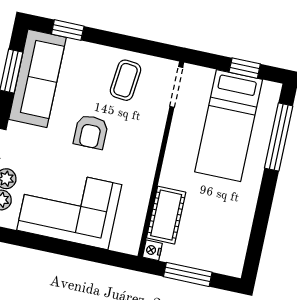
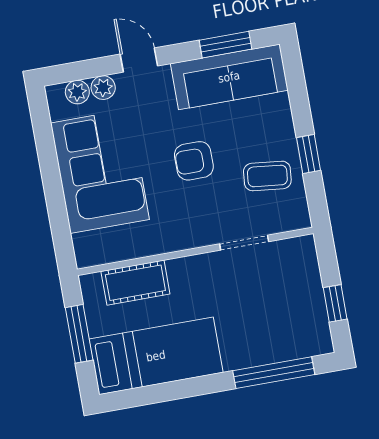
window: (68, 30) -> (309, 154), moved
doorway: (176, 87) -> (244, 243), moved
bed: (229, 126) -> (156, 356), moved, turned 180
nightstand: (152, 250) -> (90, 283), removed

